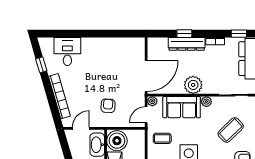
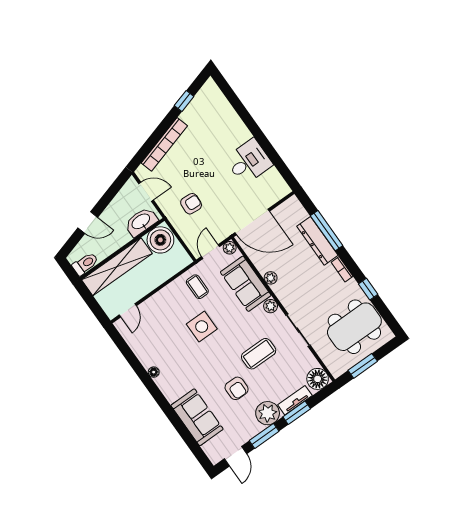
window: (184, 34) -> (327, 231), width x2.17
desk: (67, 52) -> (249, 162), moved
plant: (193, 85) -> (271, 278), width x0.53, depth x0.53
door: (146, 115) -> (211, 252), hinge flipped
coffee table: (231, 130) -> (259, 354), turned -46

